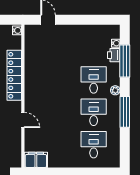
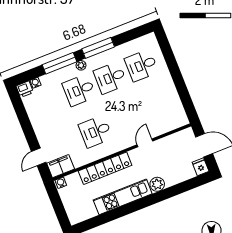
printer: (114, 55) -> (25, 89), moved
window: (125, 61) -> (59, 63), moved
desk: (51, 80) -> (96, 131), added
filing cabinet: (36, 160) -> (61, 166), moved, turned 90

